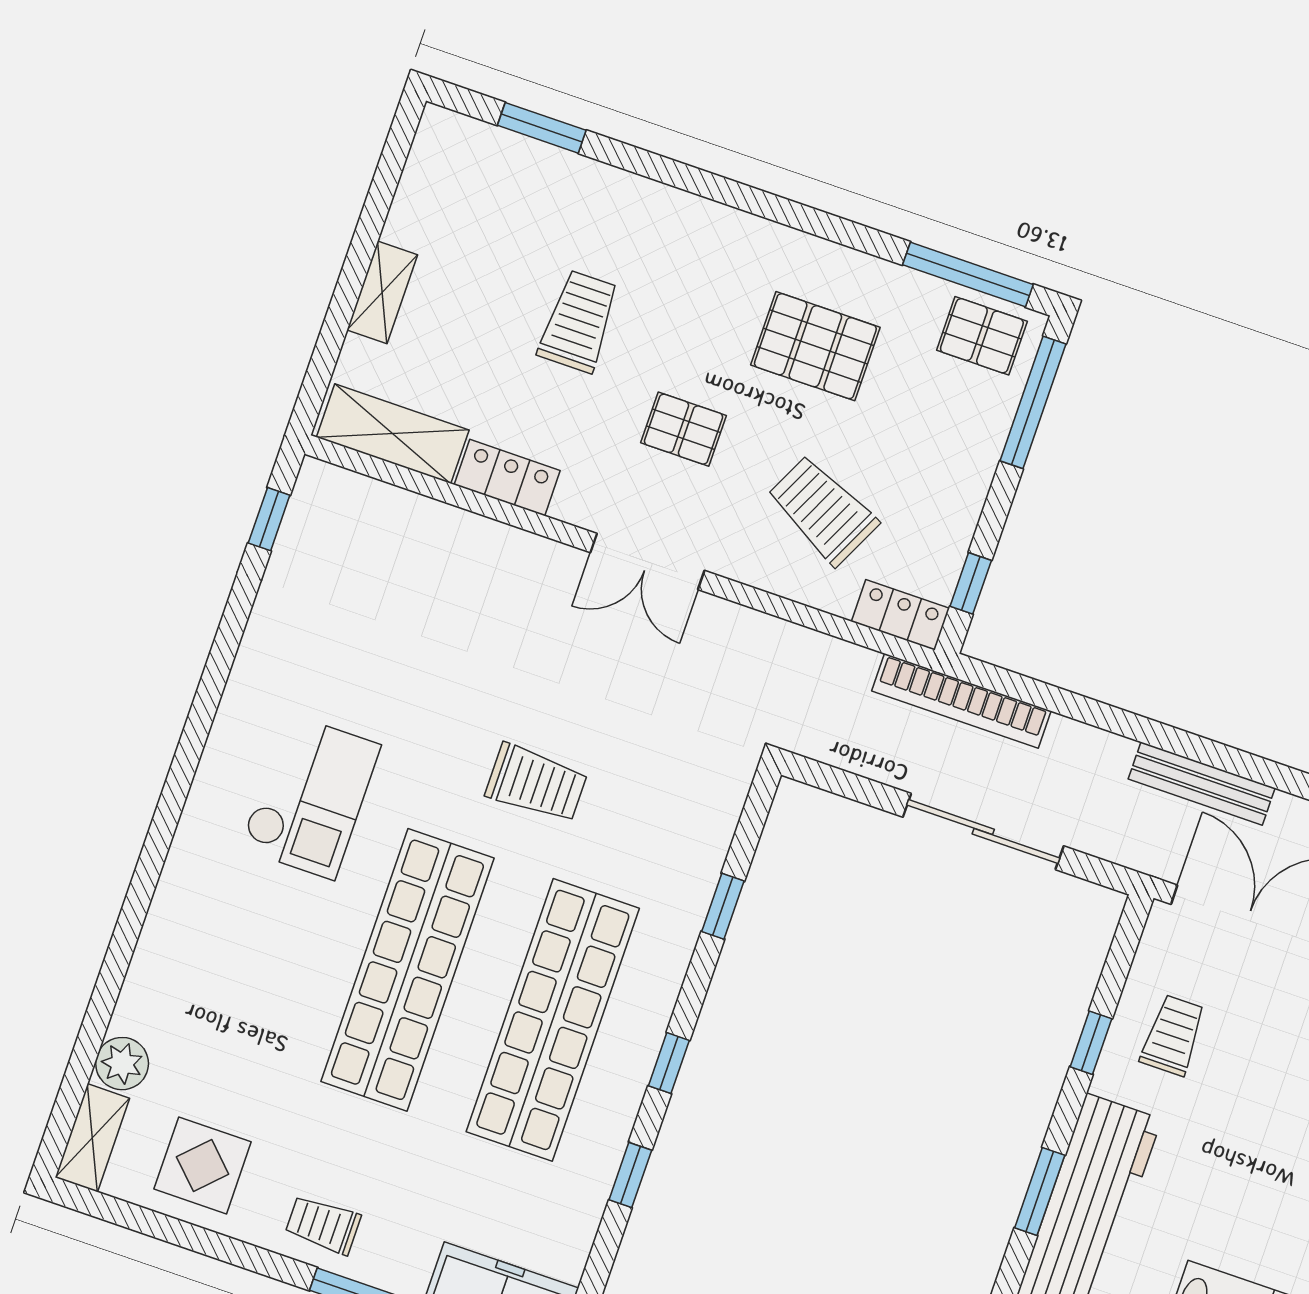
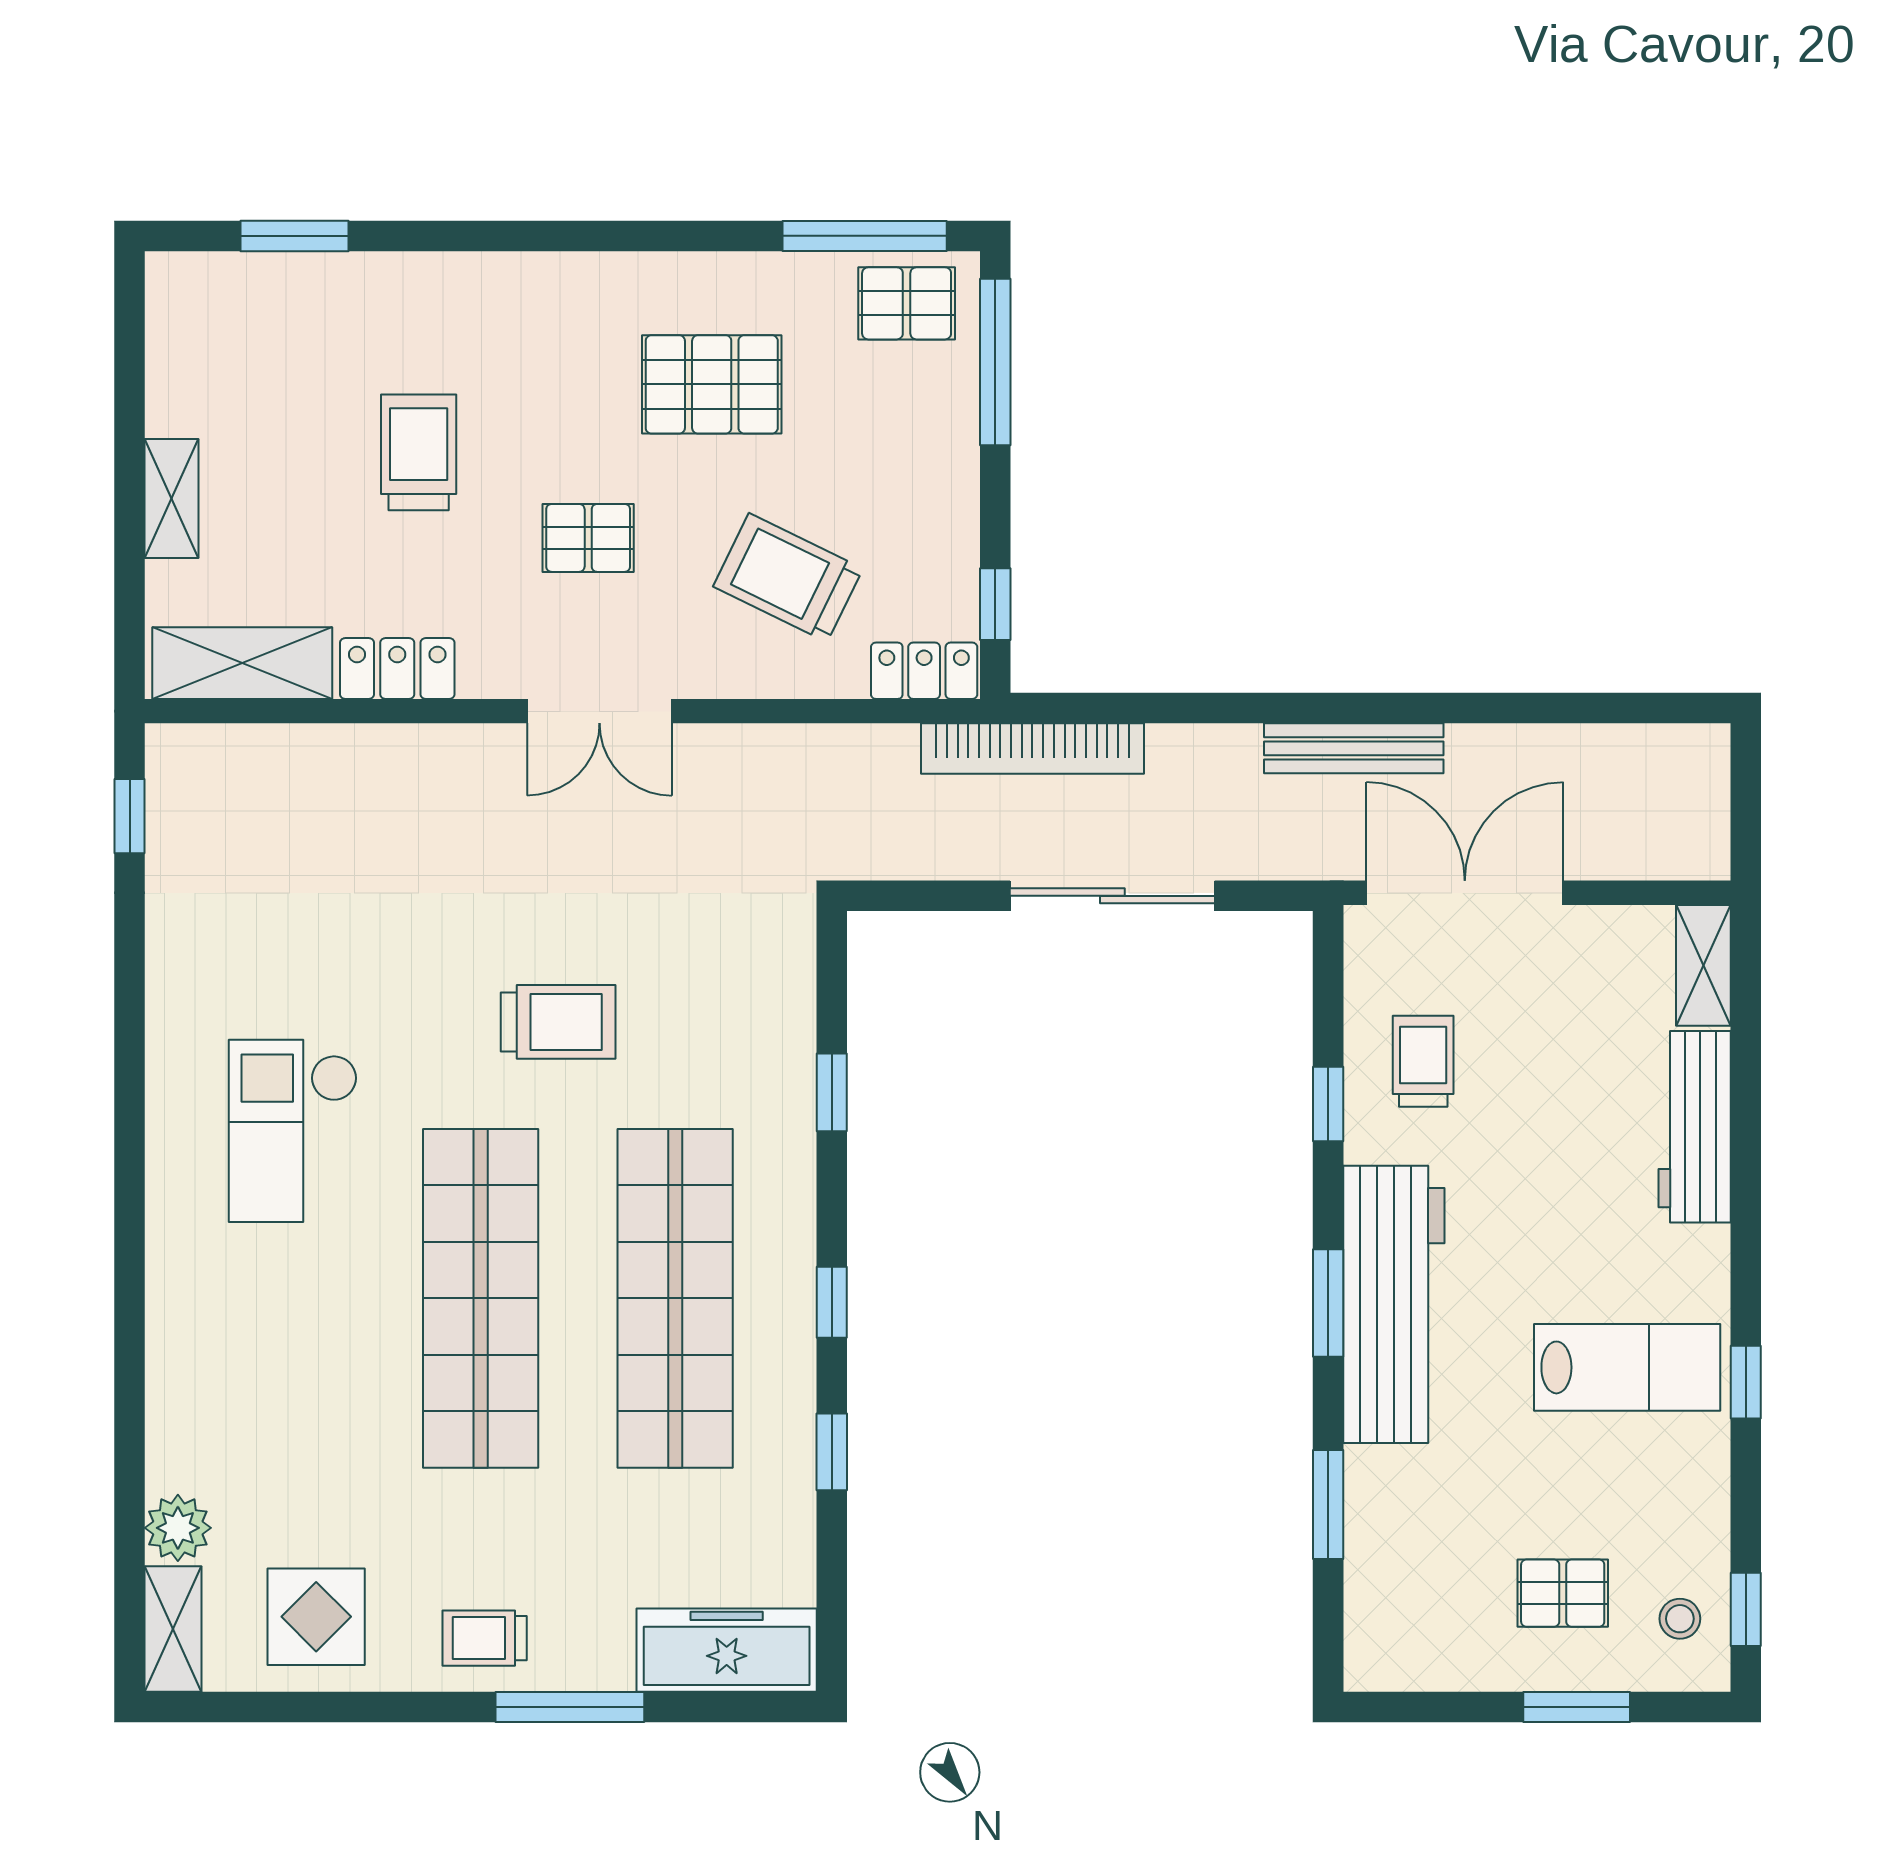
checkout: (310, 796) -> (293, 1131), turned 180

